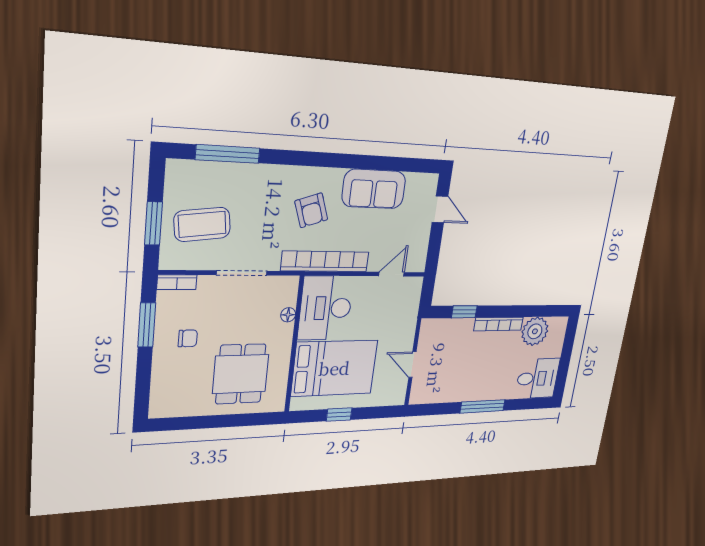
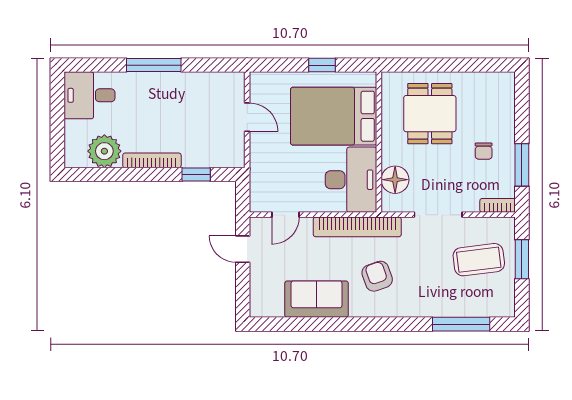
door: (440, 209) -> (243, 249), moved
floor lamp: (288, 315) -> (395, 180), width x1.89, depth x1.89
chair: (188, 338) -> (484, 151), turned -90

